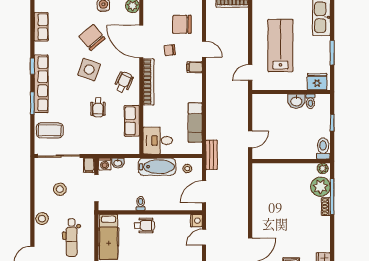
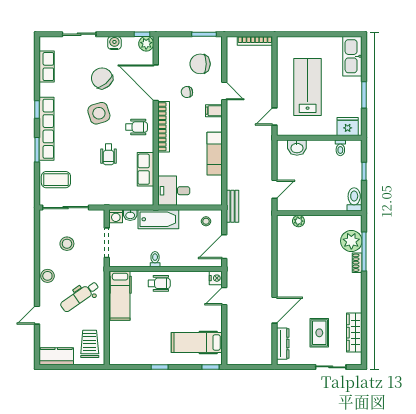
side table: (89, 70) -> (99, 113), turned -37
wheelchair: (124, 82) -> (137, 127), turned 65
washbasin: (296, 101) -> (297, 148), moved
exam couch: (195, 123) -> (215, 154), moved
filing cabinet: (89, 165) -> (99, 218), removed
bathtub: (157, 167) -> (158, 219), moved
plant: (323, 168) -> (298, 221), moved
dental chair: (72, 238) -> (80, 297), turned 55

